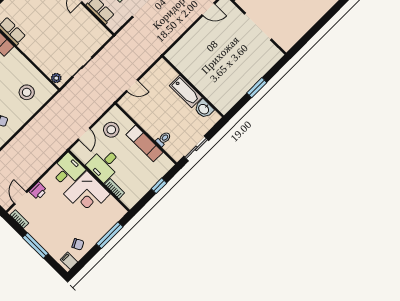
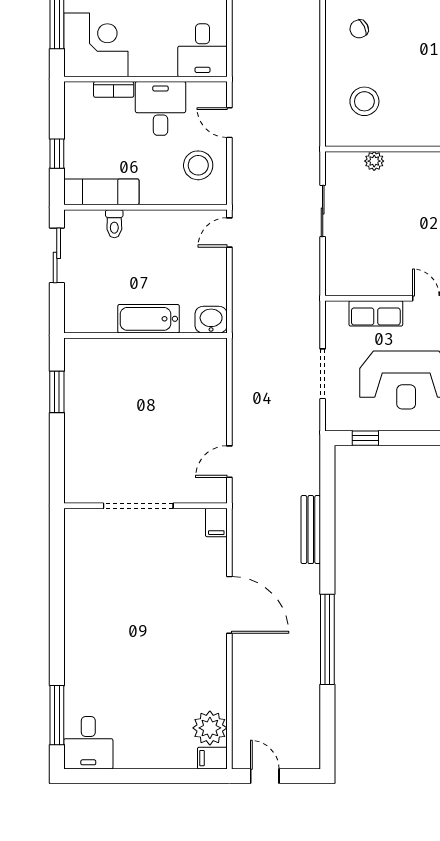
plant: (56, 78) -> (374, 161), moved
door: (132, 86) -> (229, 232), moved
window: (257, 88) -> (57, 392), moved
washbasin: (204, 109) -> (211, 320), moved
exam couch: (145, 143) -> (101, 192), moved
corner desk: (87, 194) -> (96, 45), moved, turned 90

